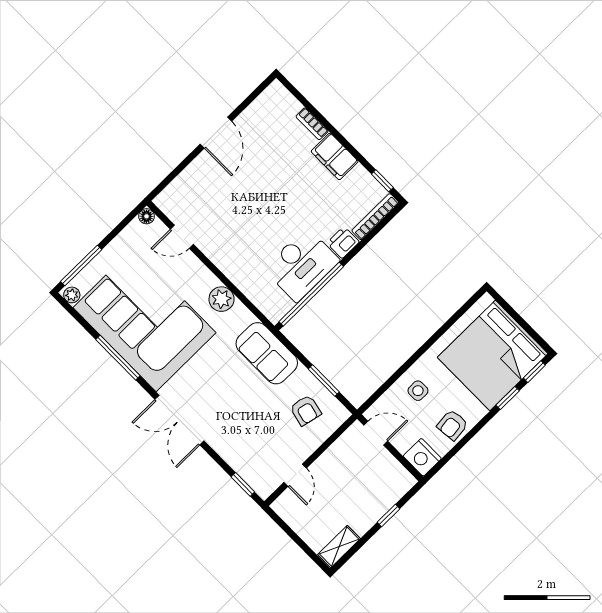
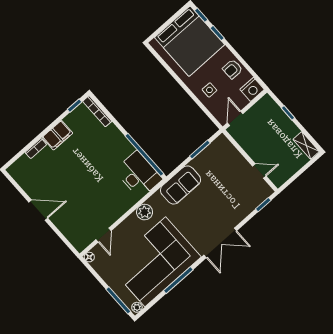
printer: (343, 242) -> (112, 133), removed
desk: (302, 265) -> (139, 175), moved
armchair: (306, 410) -> (218, 162), removed
armchair: (452, 425) -> (232, 69), turned 96

